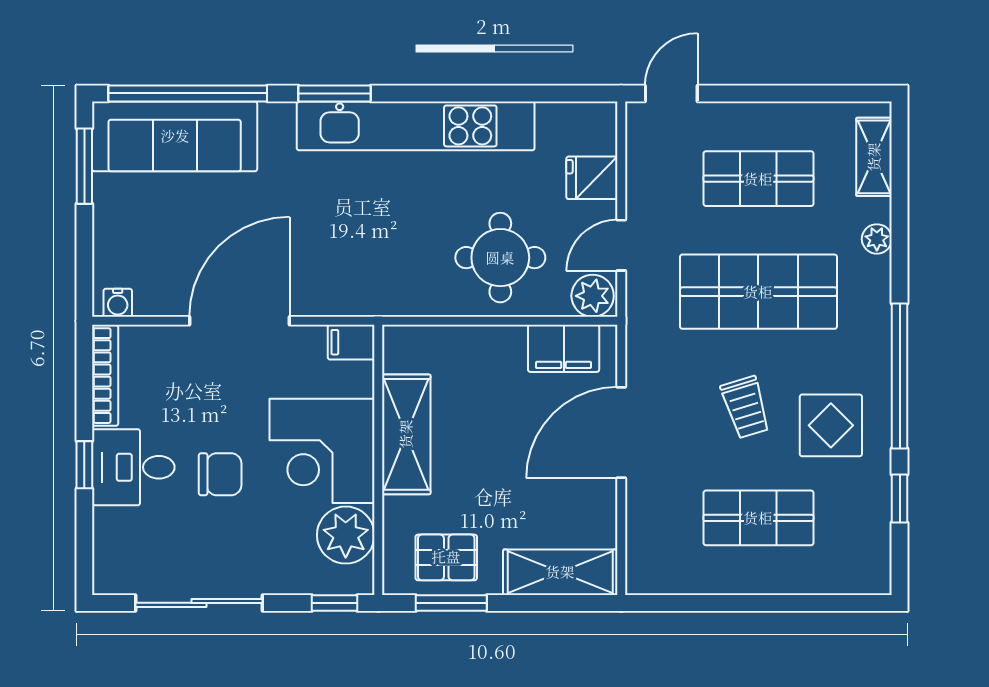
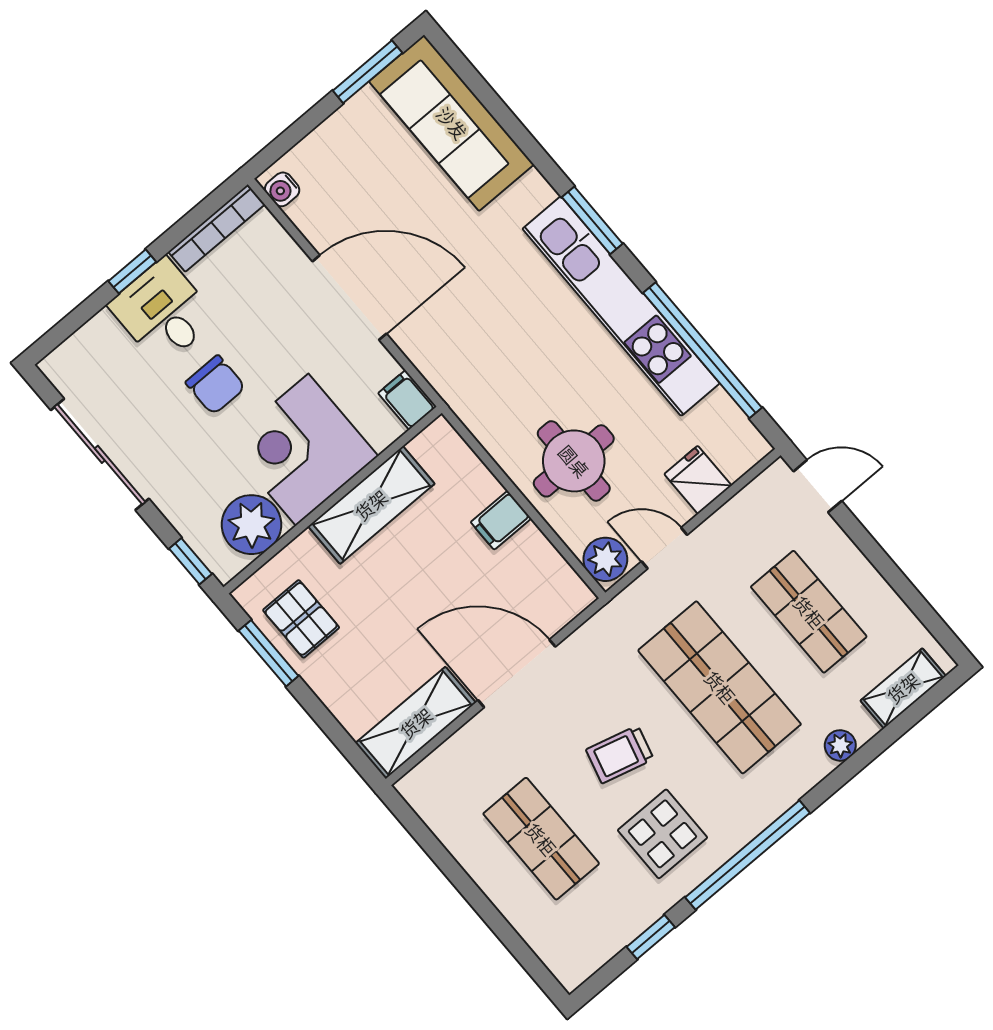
window: (188, 93) -> (702, 350), moved
filing cabinet: (564, 348) -> (501, 520), moved, width x0.50
trolley: (746, 407) -> (620, 754), turned 32
shelving: (560, 572) -> (416, 723), moved, turned 90

